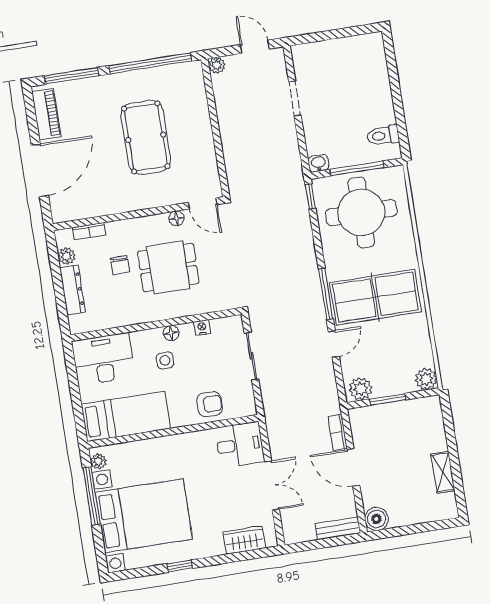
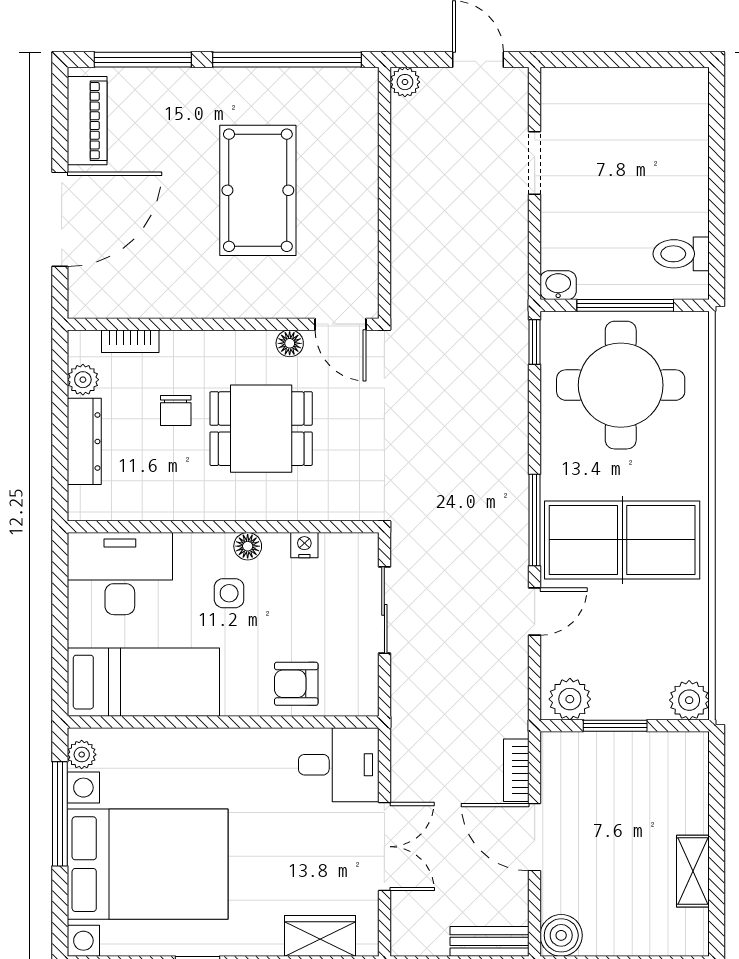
armchair: (210, 404) -> (296, 684), turned 180

